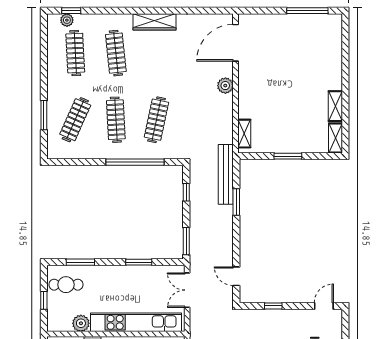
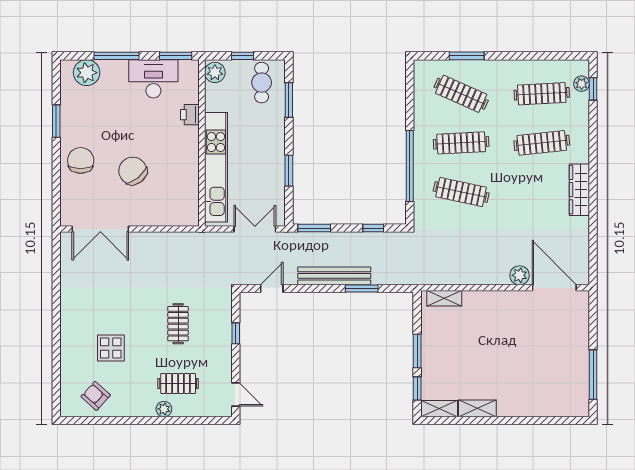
plant: (225, 86) -> (519, 275), moved
window: (319, 156) -> (417, 389), added
bench: (226, 174) -> (334, 276), moved
plant: (81, 323) -> (215, 72), moved

